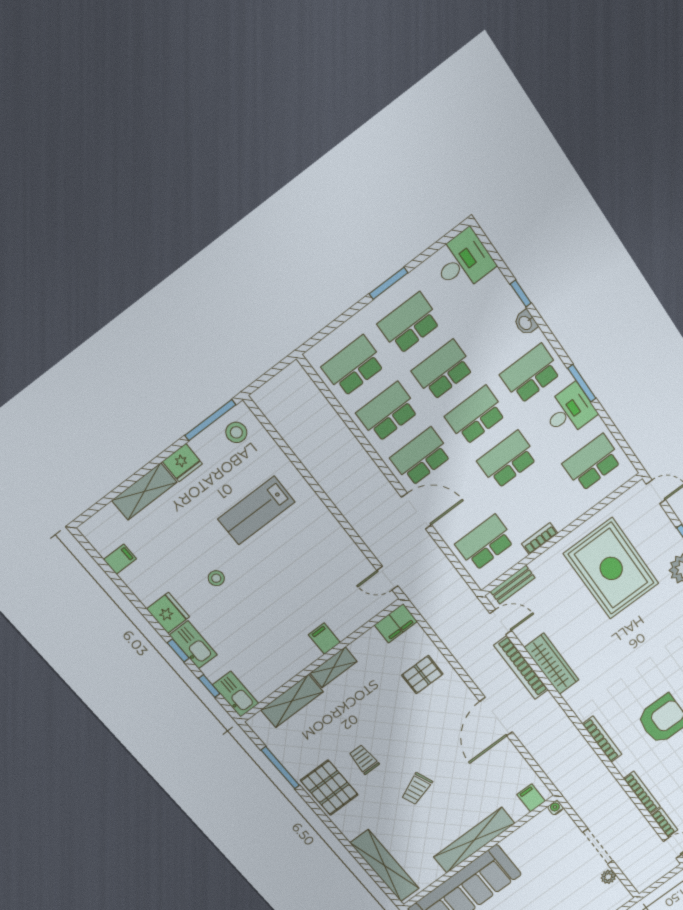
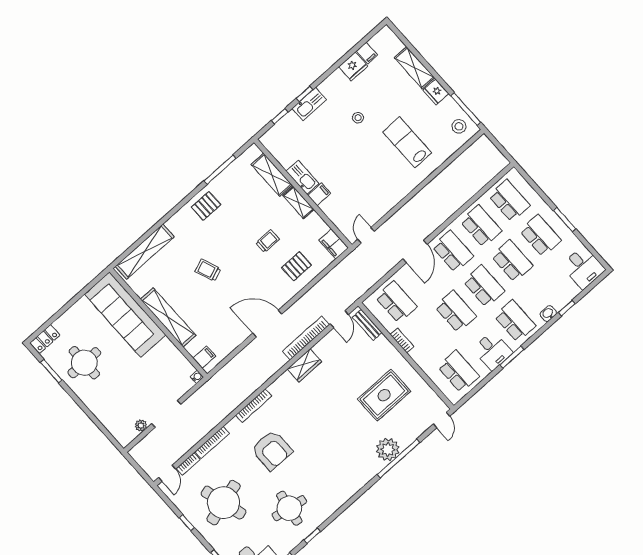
rug: (611, 568) -> (384, 395), width x0.73, depth x0.69
fridge: (168, 613) -> (353, 66), moved
wardrobe: (552, 664) -> (304, 365), width x0.67
pallet: (422, 675) -> (297, 266), turned 90
kitchen sink: (236, 694) -> (303, 177), moved, turned -90
trolley: (364, 759) -> (268, 241), moved
pallet: (329, 788) -> (206, 206), width x0.67, depth x0.71

